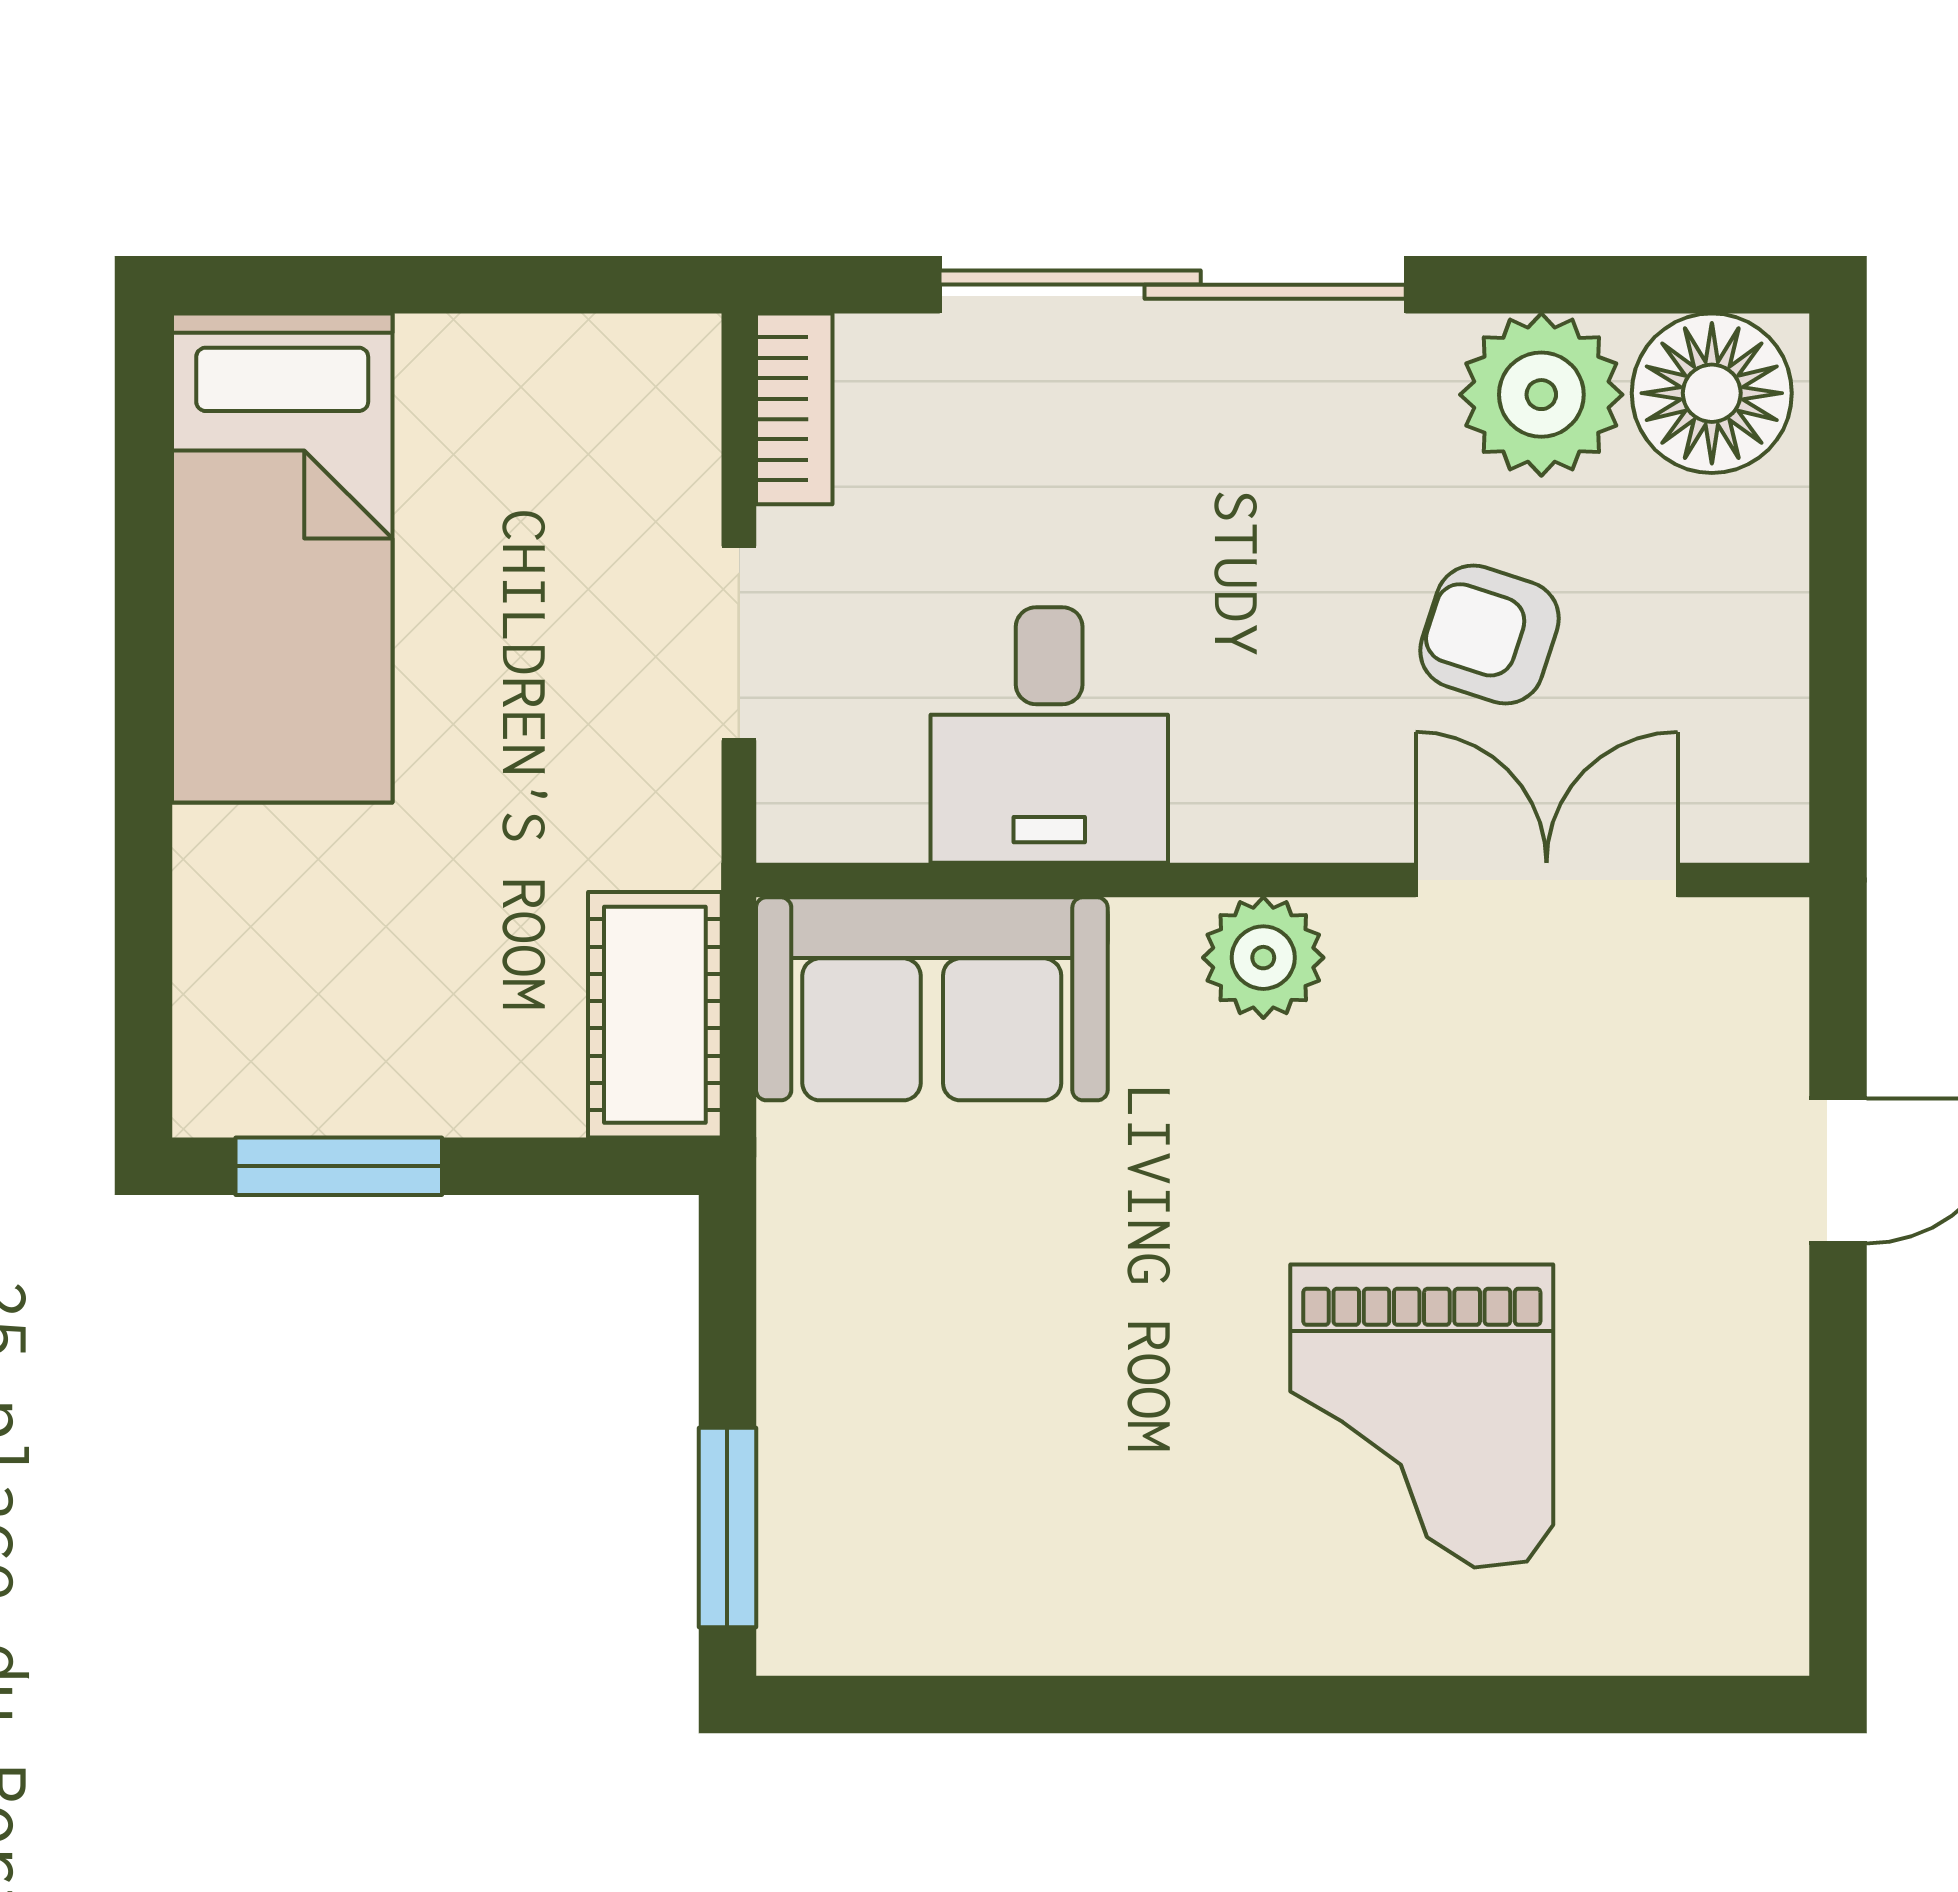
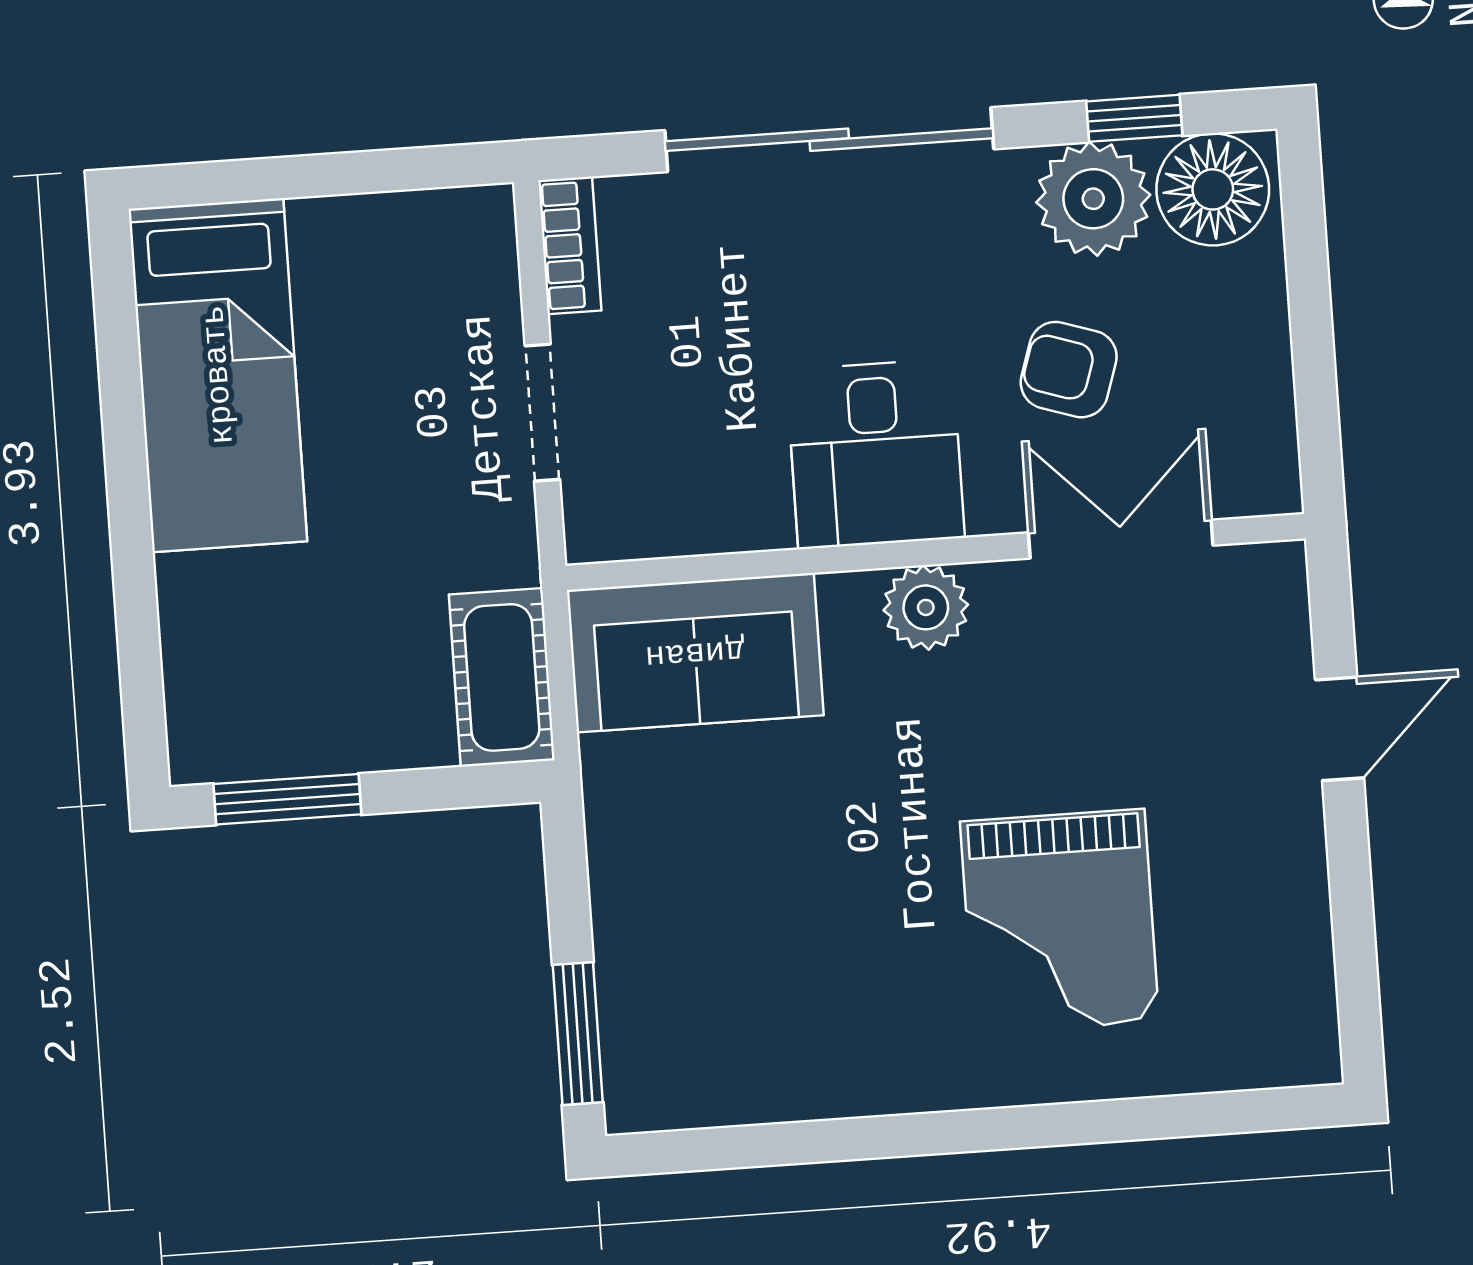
window: (1607, 285) -> (1134, 118), added
desk: (1049, 735) -> (875, 454), moved

